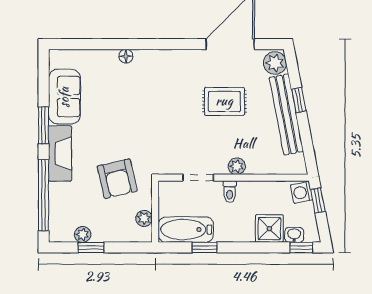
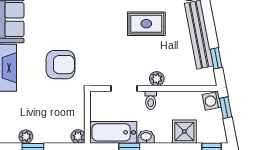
window: (299, 100) -> (216, 58), moved
armchair: (117, 179) -> (61, 65), moved, turned -77
plant: (144, 218) -> (78, 136), moved
washbasin: (294, 235) -> (146, 137), moved

